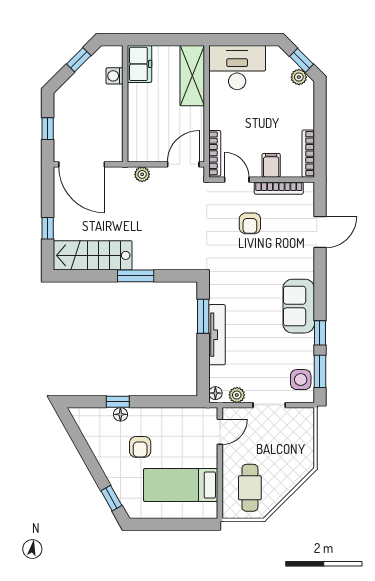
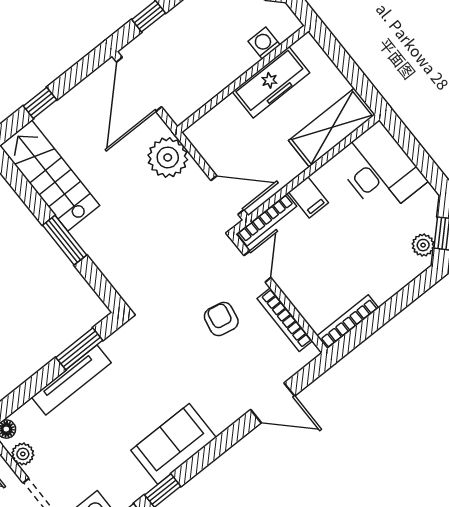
freezer: (139, 64) -> (271, 82), moved, width x1.40
filing cabinet: (271, 165) -> (309, 197), moved, turned 90
plant: (142, 174) -> (168, 157), width x1.88, depth x1.88
armchair: (250, 223) -> (221, 319), turned 101

